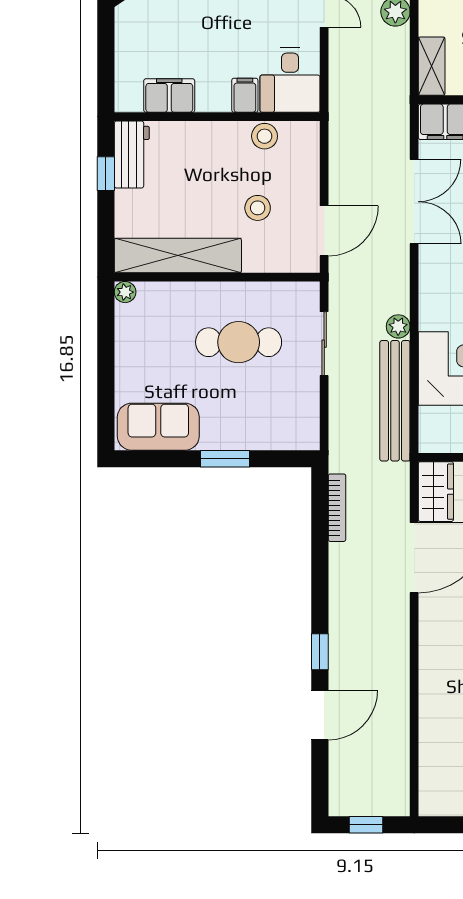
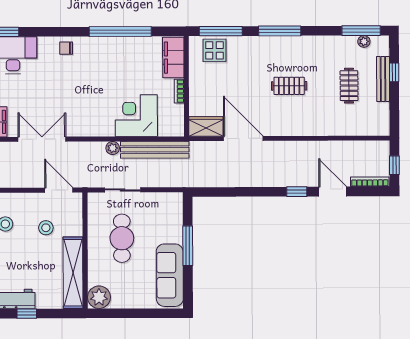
plant: (125, 292) -> (99, 297), width x1.87, depth x1.87
sofa: (158, 427) -> (170, 275), width x1.36
window: (225, 459) -> (188, 246), width x1.44
bookcase: (337, 508) -> (370, 182), moved

